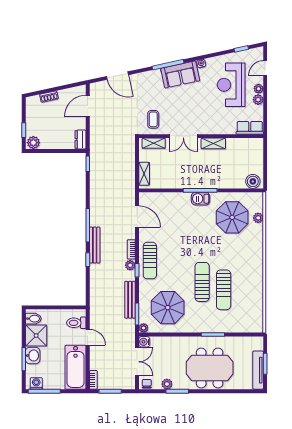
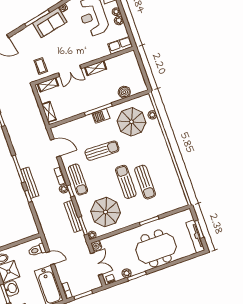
boiler: (253, 181) -> (124, 92), moved
sun lounger: (188, 238) -> (102, 151), added

